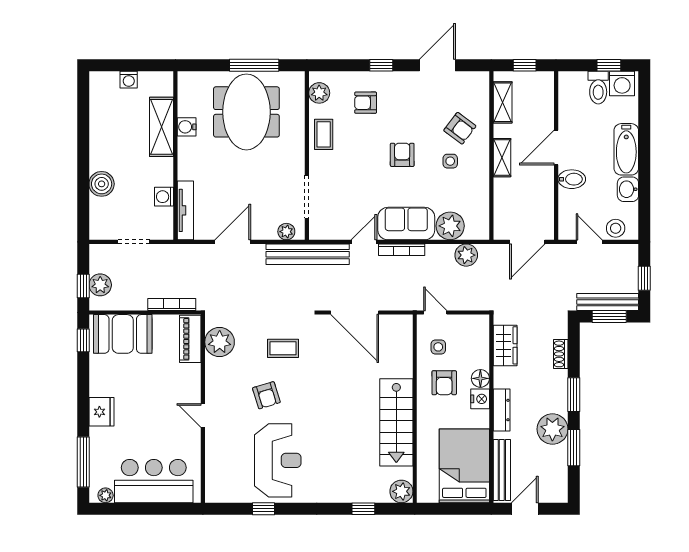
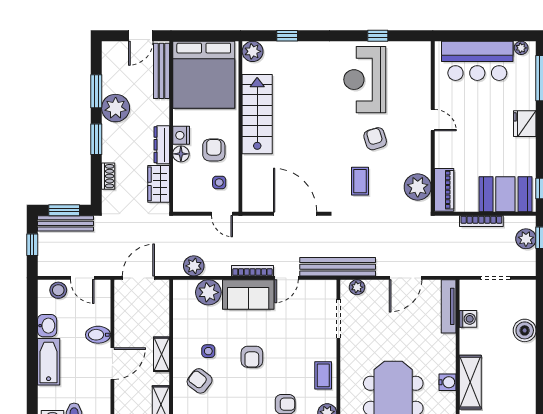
bookcase: (172, 304) -> (481, 221), moved
coffee table: (283, 348) -> (360, 181), turned 90
dresser: (502, 410) -> (162, 145), moved
bed: (464, 466) -> (204, 75), width x1.36

